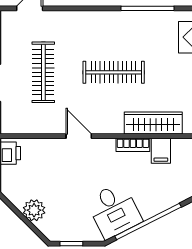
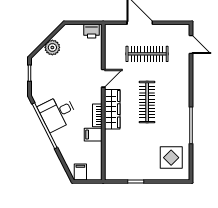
wardrobe: (153, 123) -> (112, 109), moved
desk: (114, 211) -> (57, 113), moved

